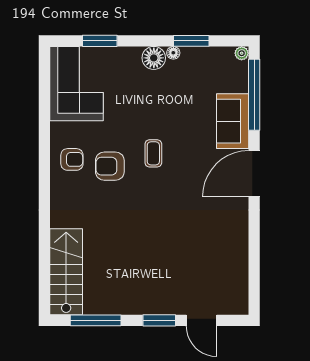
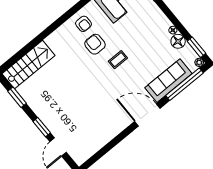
window: (191, 41) -> (196, 47), moved
floor lamp: (154, 58) -> (178, 41), moved
sofa: (233, 121) -> (168, 81), width x1.36
window: (96, 320) -> (17, 97), width x0.69

